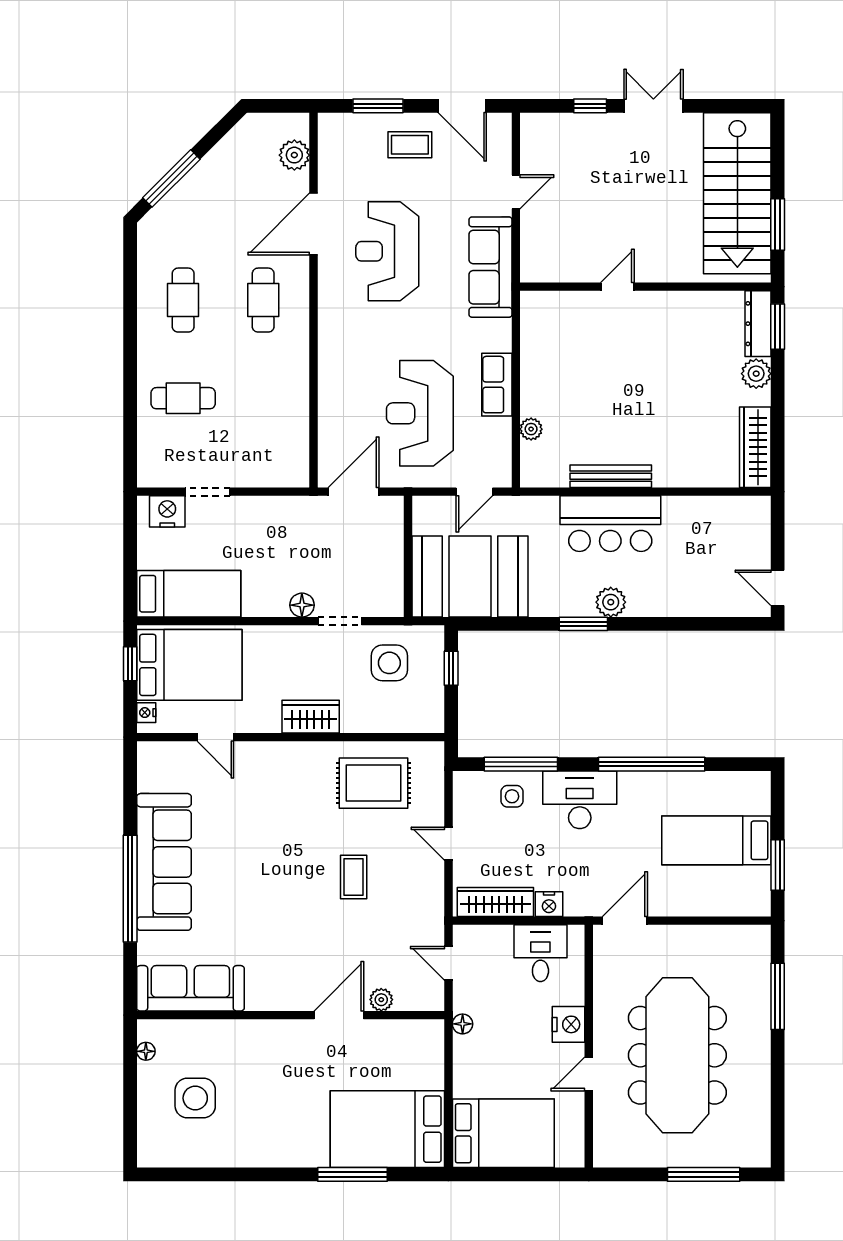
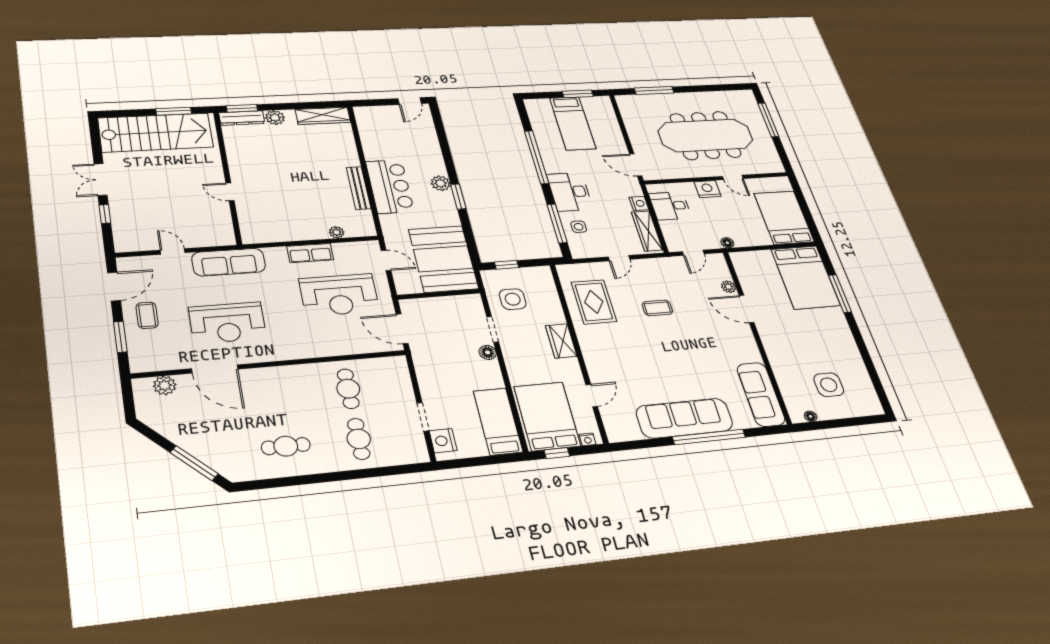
cafe table: (263, 300) -> (348, 389), moved, turned 90

